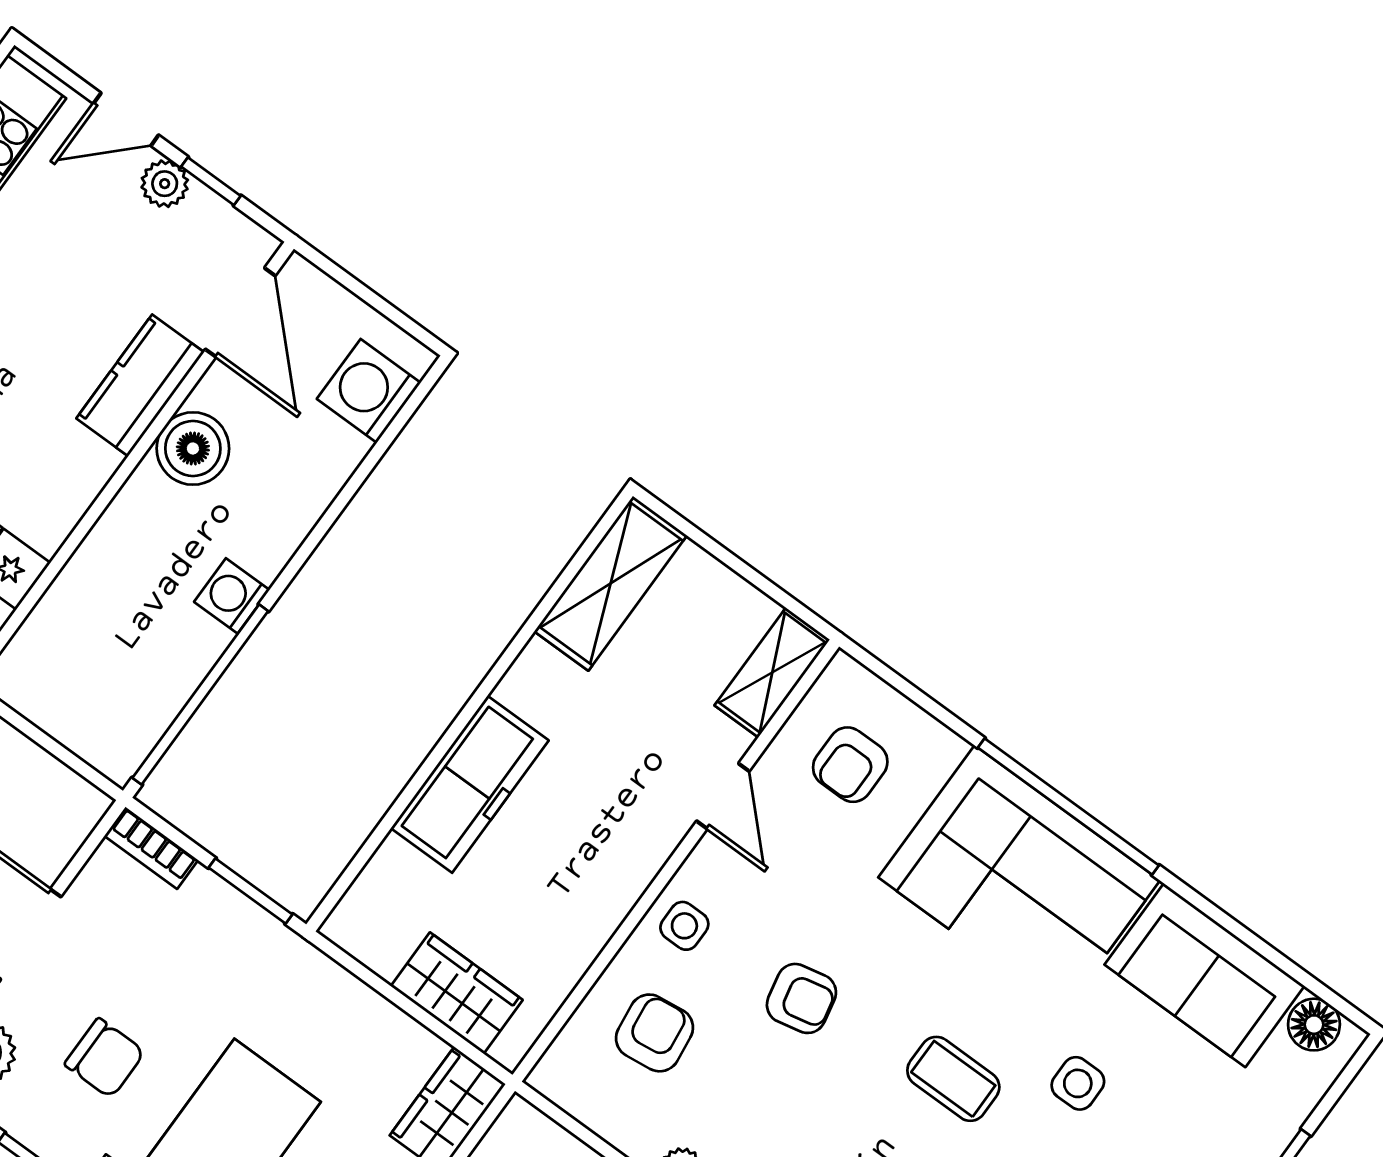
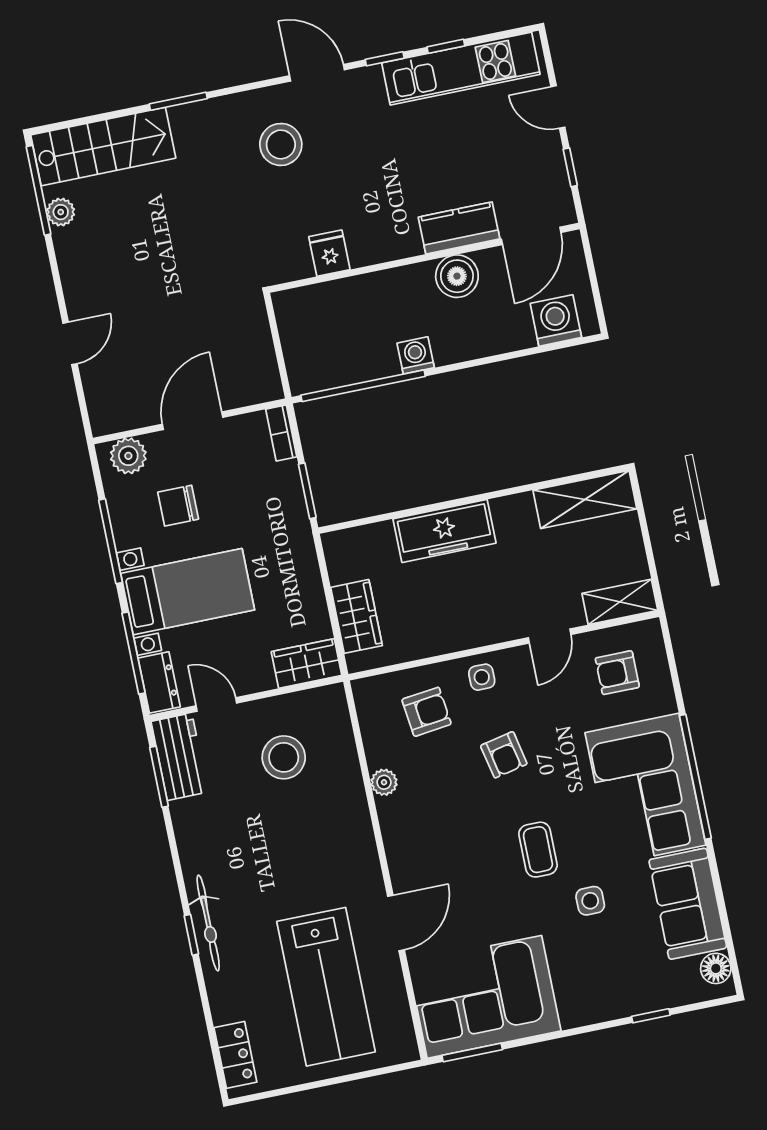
plant: (165, 184) -> (549, 150), removed
chair: (105, 1058) -> (178, 506), turned 90

